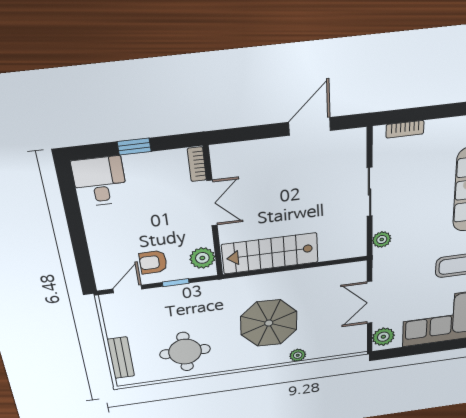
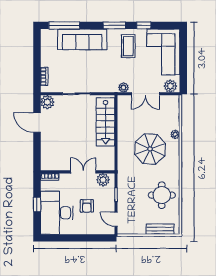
plant: (353, 141) -> (47, 102), added
desk: (100, 181) -> (57, 213), width x1.87, depth x1.30
double door: (212, 203) -> (83, 172), moved
plant: (382, 240) -> (124, 87), moved
stairs: (270, 253) -> (105, 122), moved
armchair: (153, 262) -> (87, 206), moved

